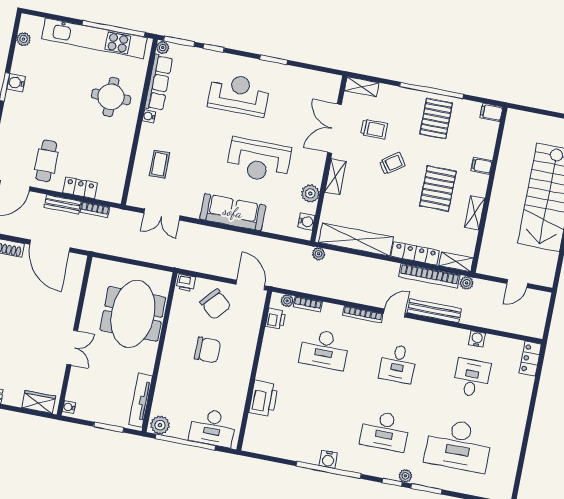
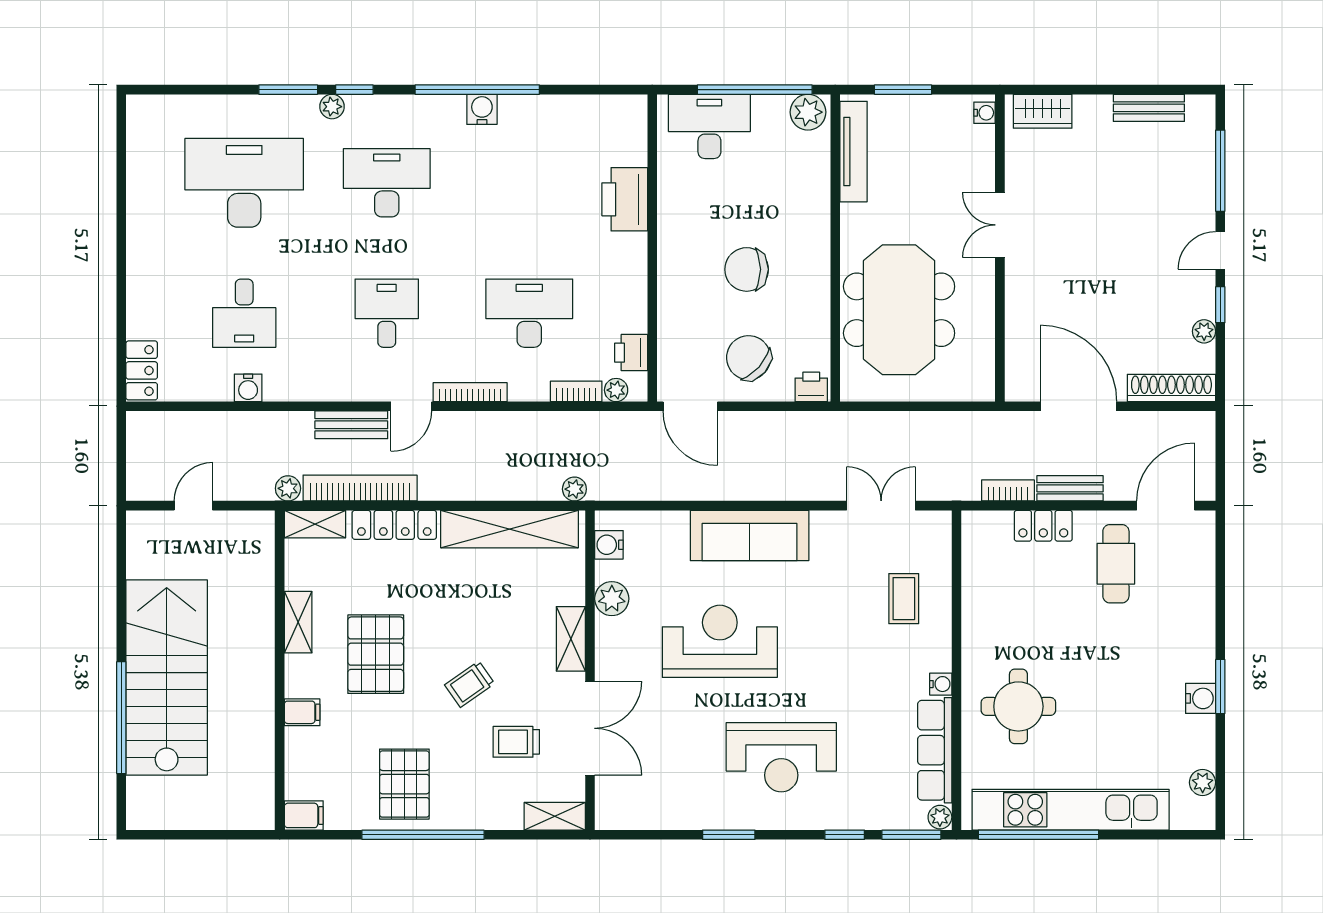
bench: (434, 311) -> (351, 425), width x0.73

